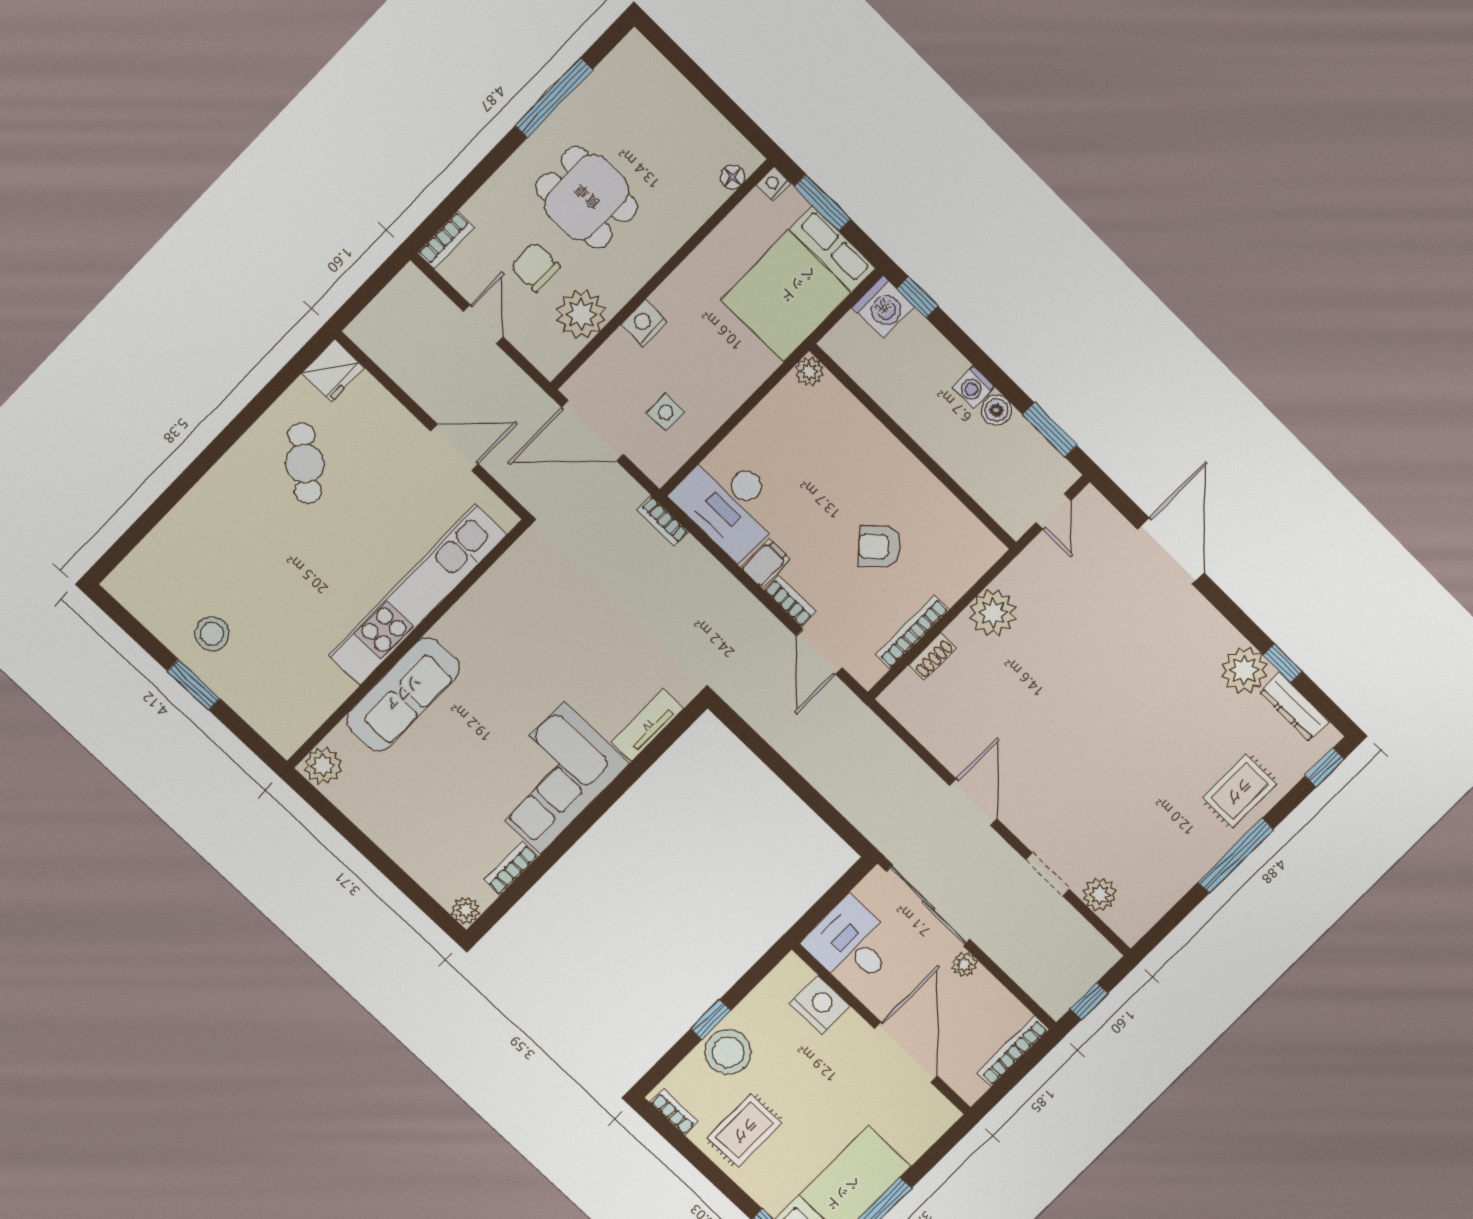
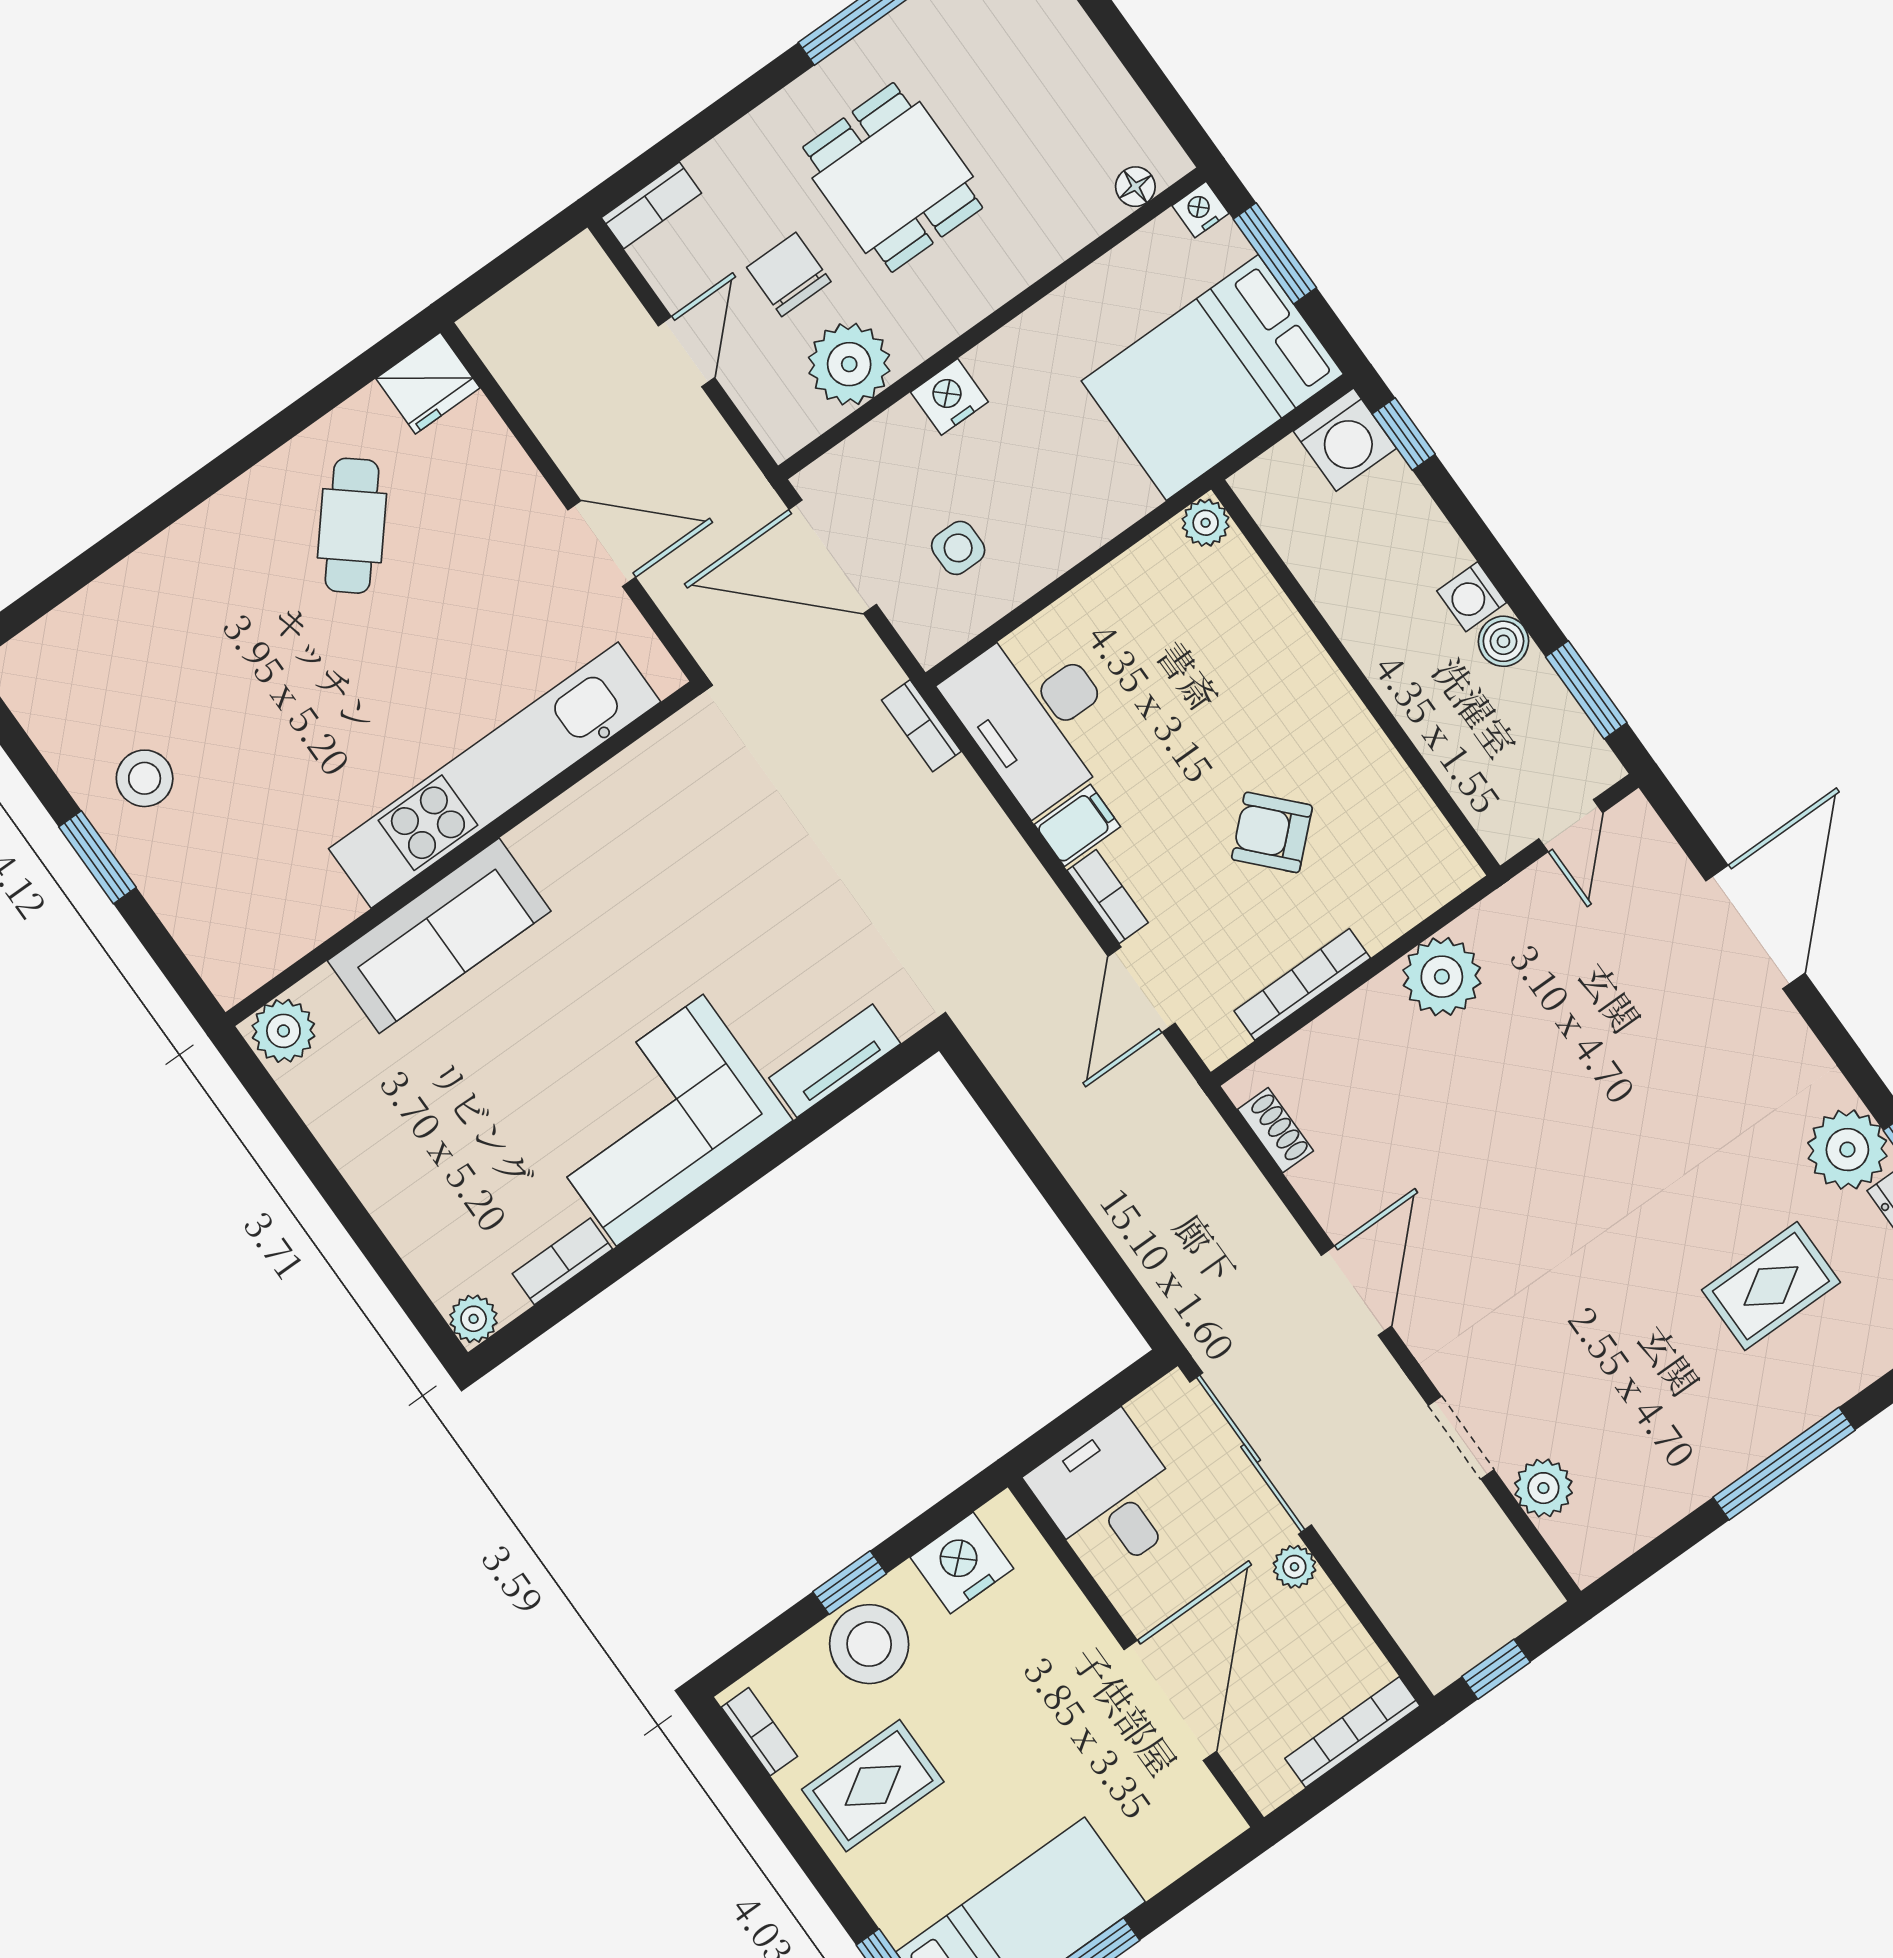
shoe rack: (932, 657) -> (1275, 1130), moved, turned -90
rug: (1239, 791) -> (1771, 1286), moved
nightstand: (820, 1005) -> (962, 1563), moved, turned -90

